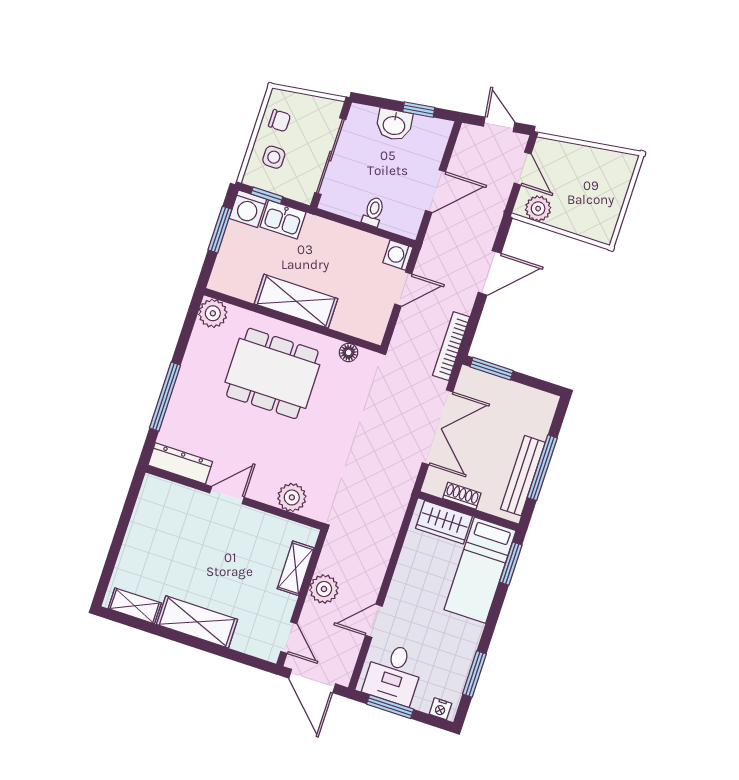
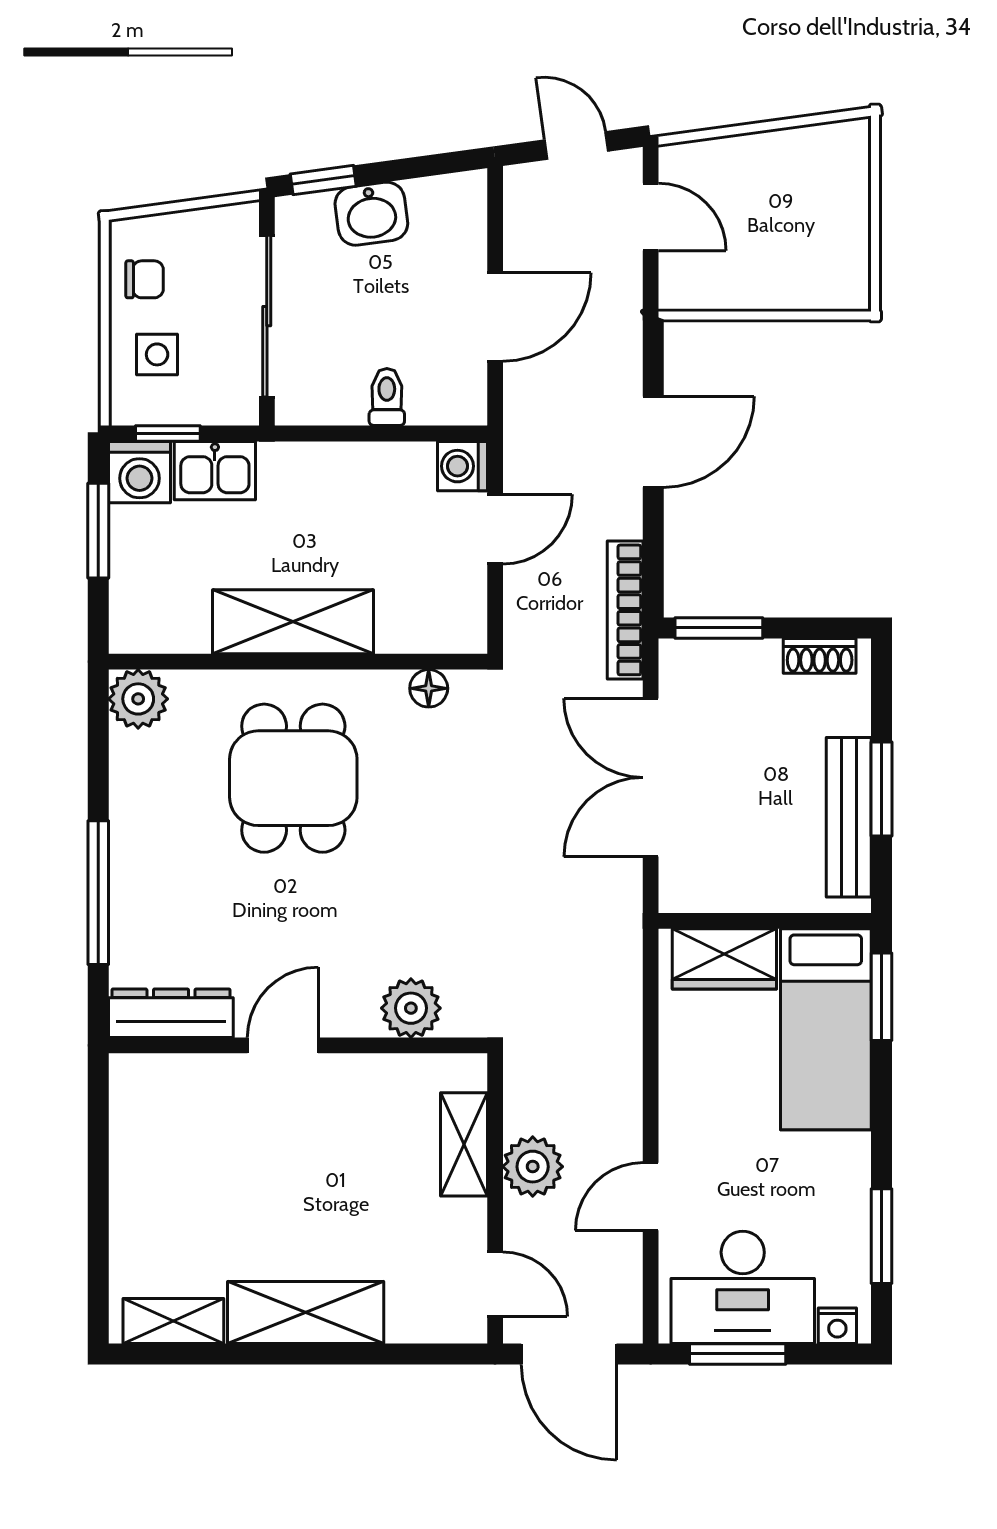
window: (419, 110) -> (323, 180), moved
plant: (538, 209) -> (707, 285), removed
dining table: (272, 373) -> (293, 778), width x0.73
double door: (437, 427) -> (651, 778), swing flipped
window: (542, 468) -> (881, 789), width x0.69
shoe rack: (462, 496) -> (820, 656), moved, turned 180
desk: (394, 674) -> (743, 1287), width x1.37

